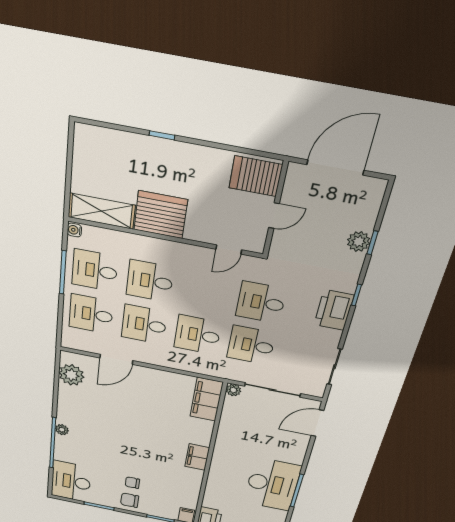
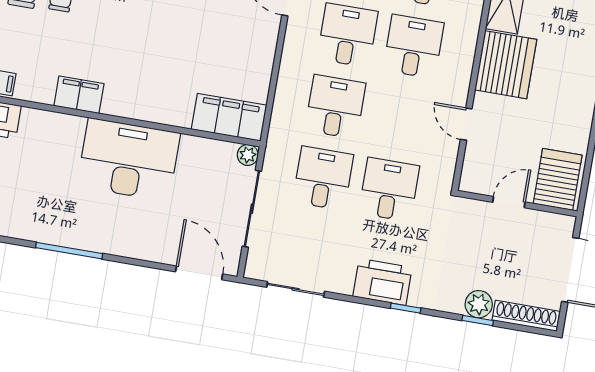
shoe rack: (372, 205) -> (526, 316), added
door: (274, 216) -> (509, 202), swing flipped
door: (229, 250) -> (466, 124), moved
filing cabinet: (197, 457) -> (79, 95), moved
desk: (272, 484) -> (129, 160), moved, turned 180

